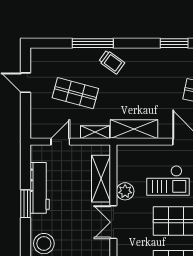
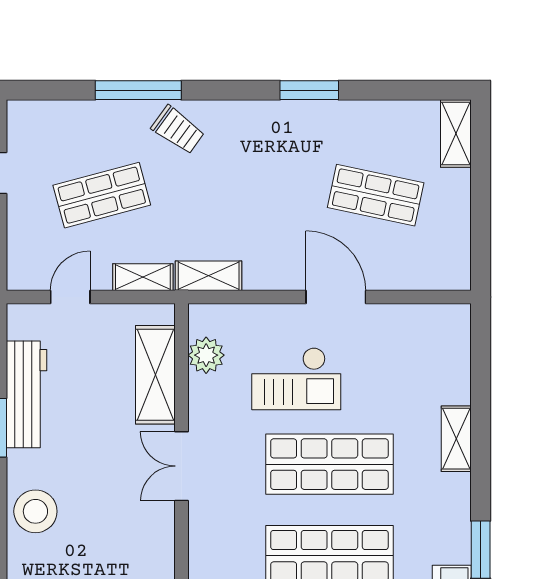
shop shelf: (75, 93) -> (102, 195), turned -30
shelving: (134, 129) -> (209, 276), width x0.67, depth x0.75
plant: (125, 191) -> (206, 355), moved

